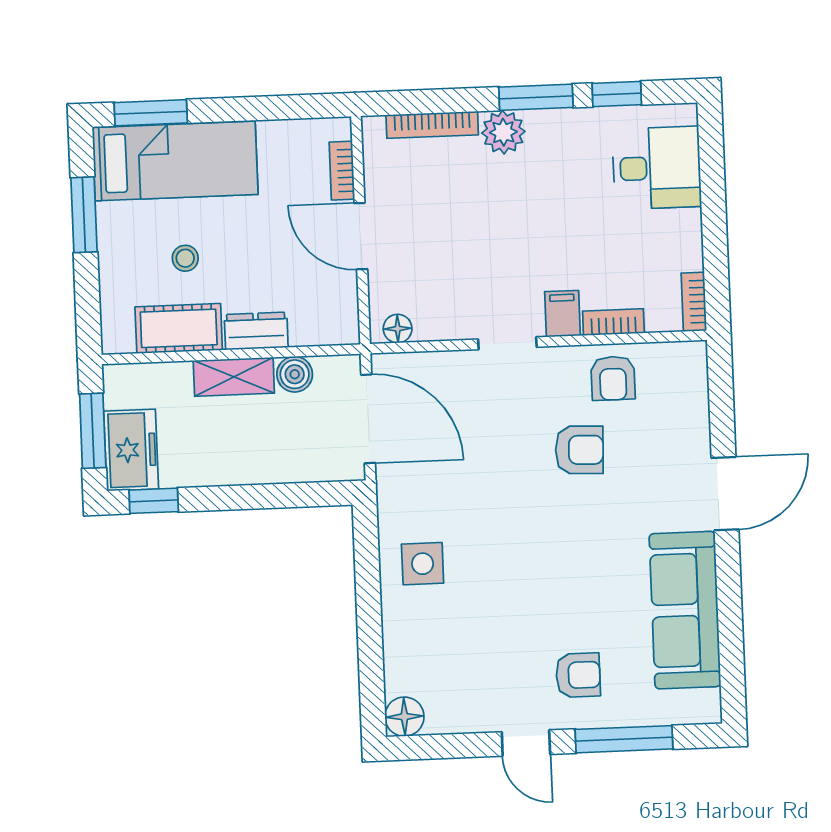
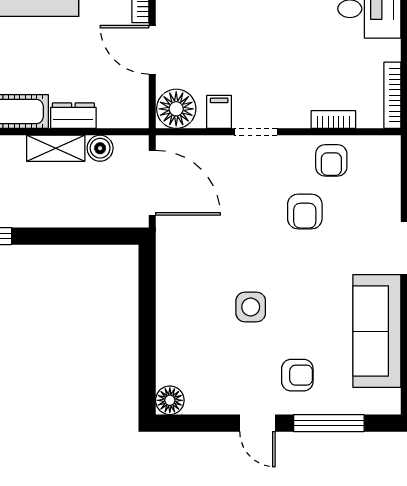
stool: (185, 258) -> (24, 61), removed
bookcase: (694, 302) -> (392, 95), width x1.56
filing cabinet: (562, 314) -> (219, 112), moved
floor lamp: (398, 329) -> (176, 109), width x1.89, depth x1.89
armchair: (579, 450) -> (305, 211), turned 88
side table: (423, 564) -> (251, 307), moved

